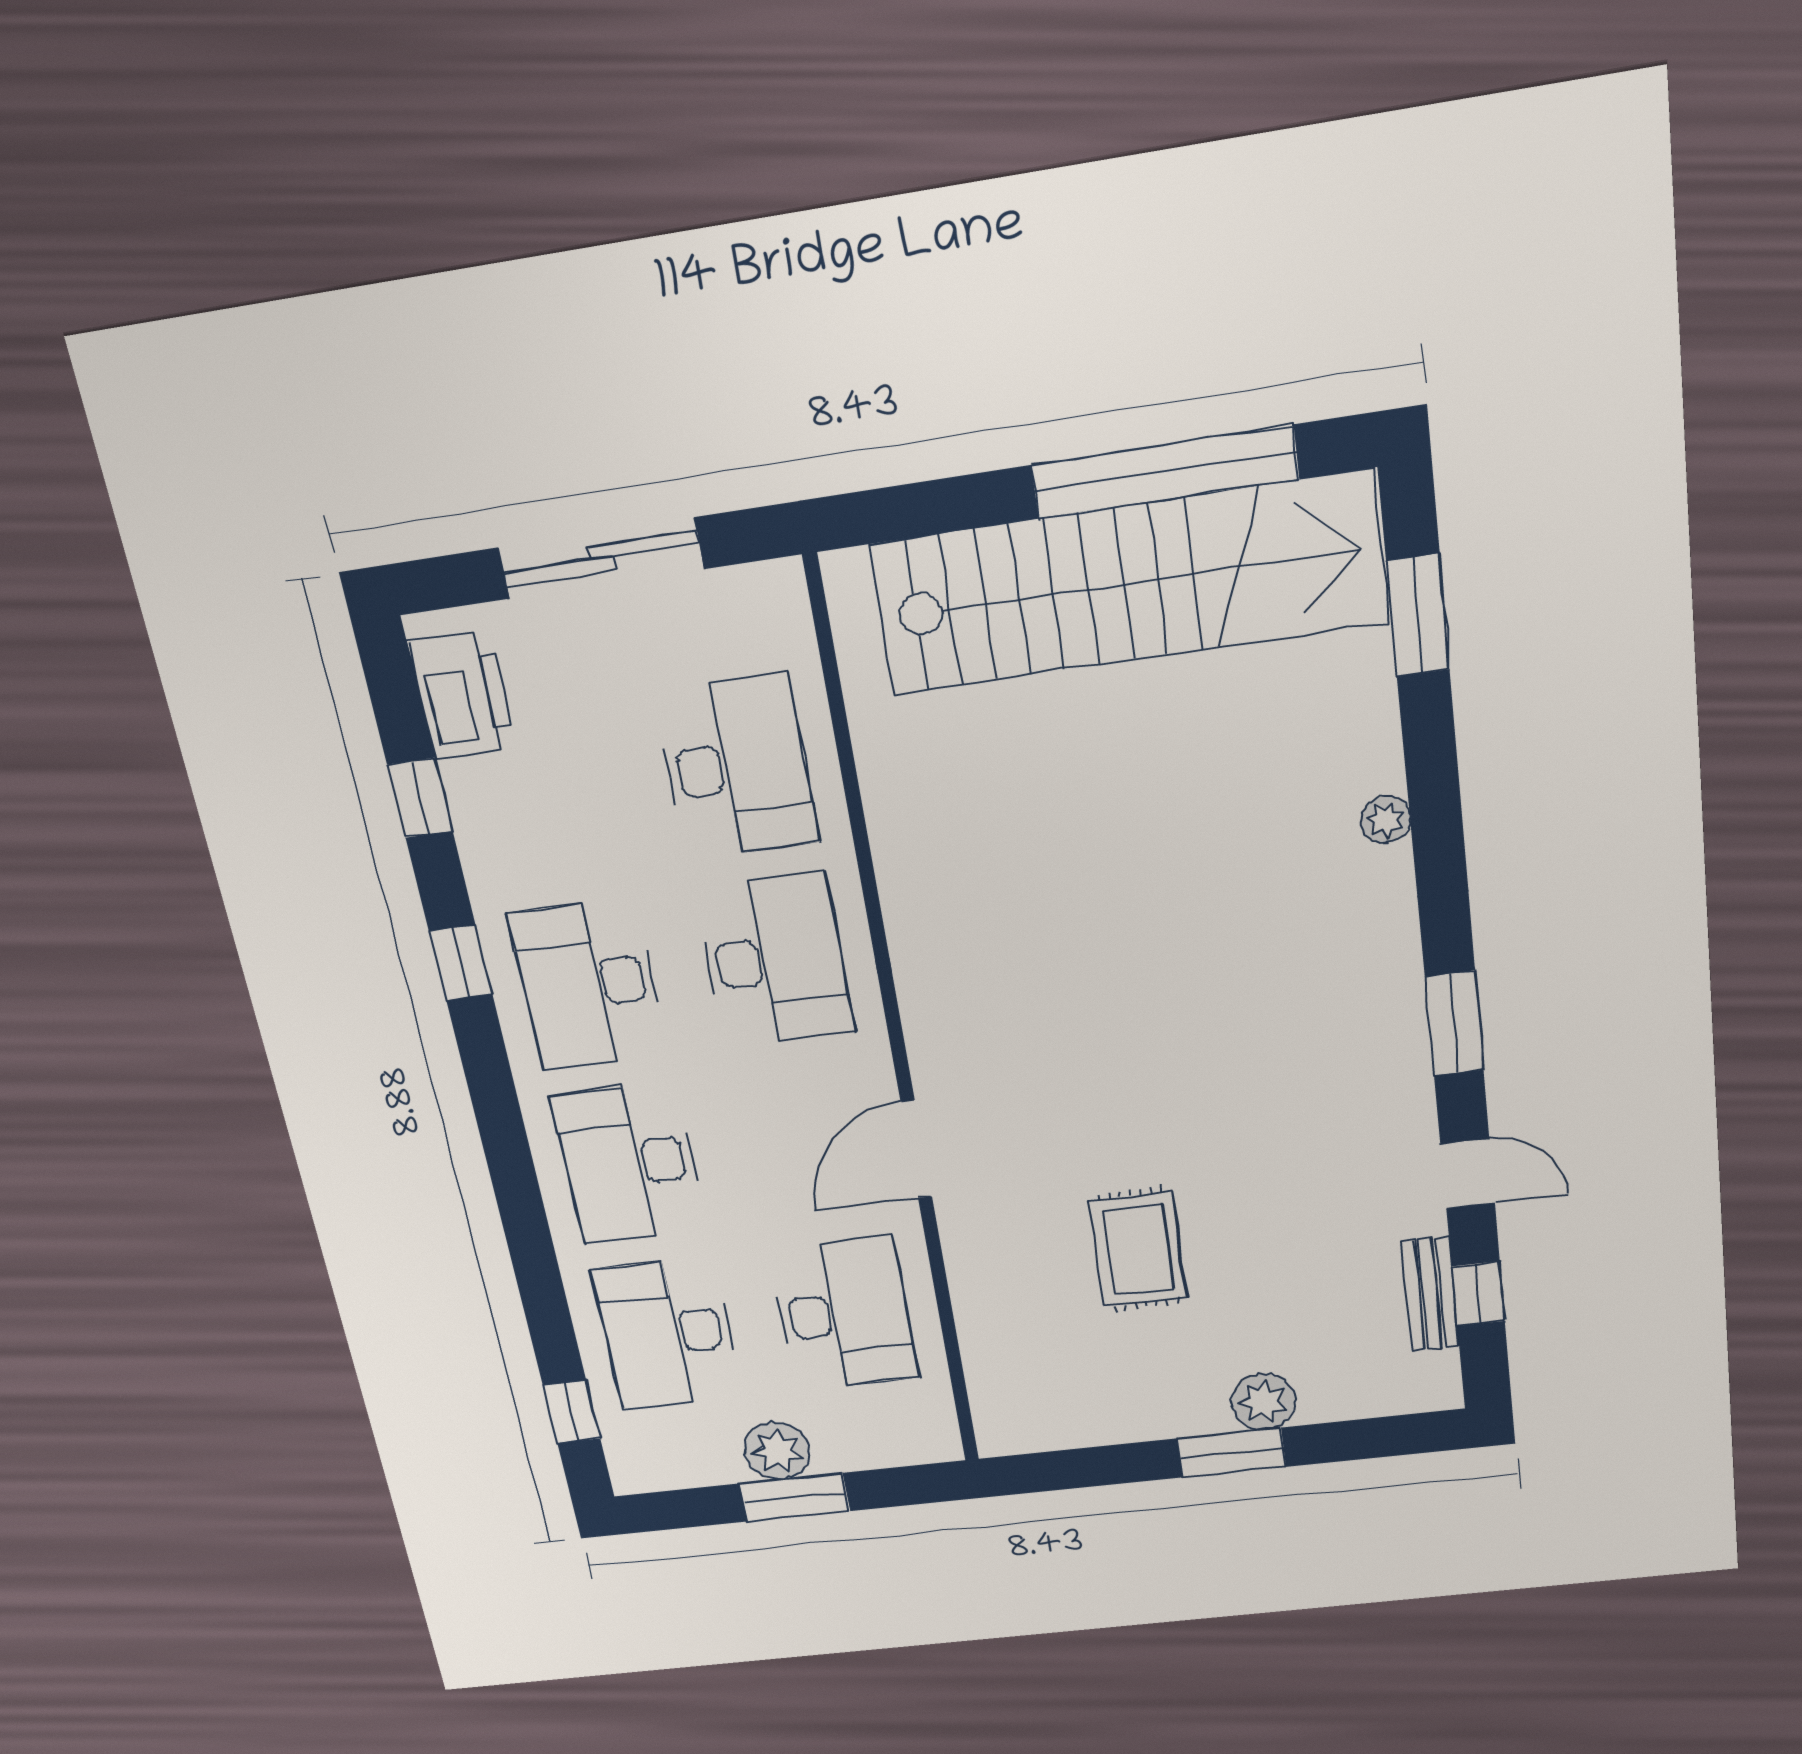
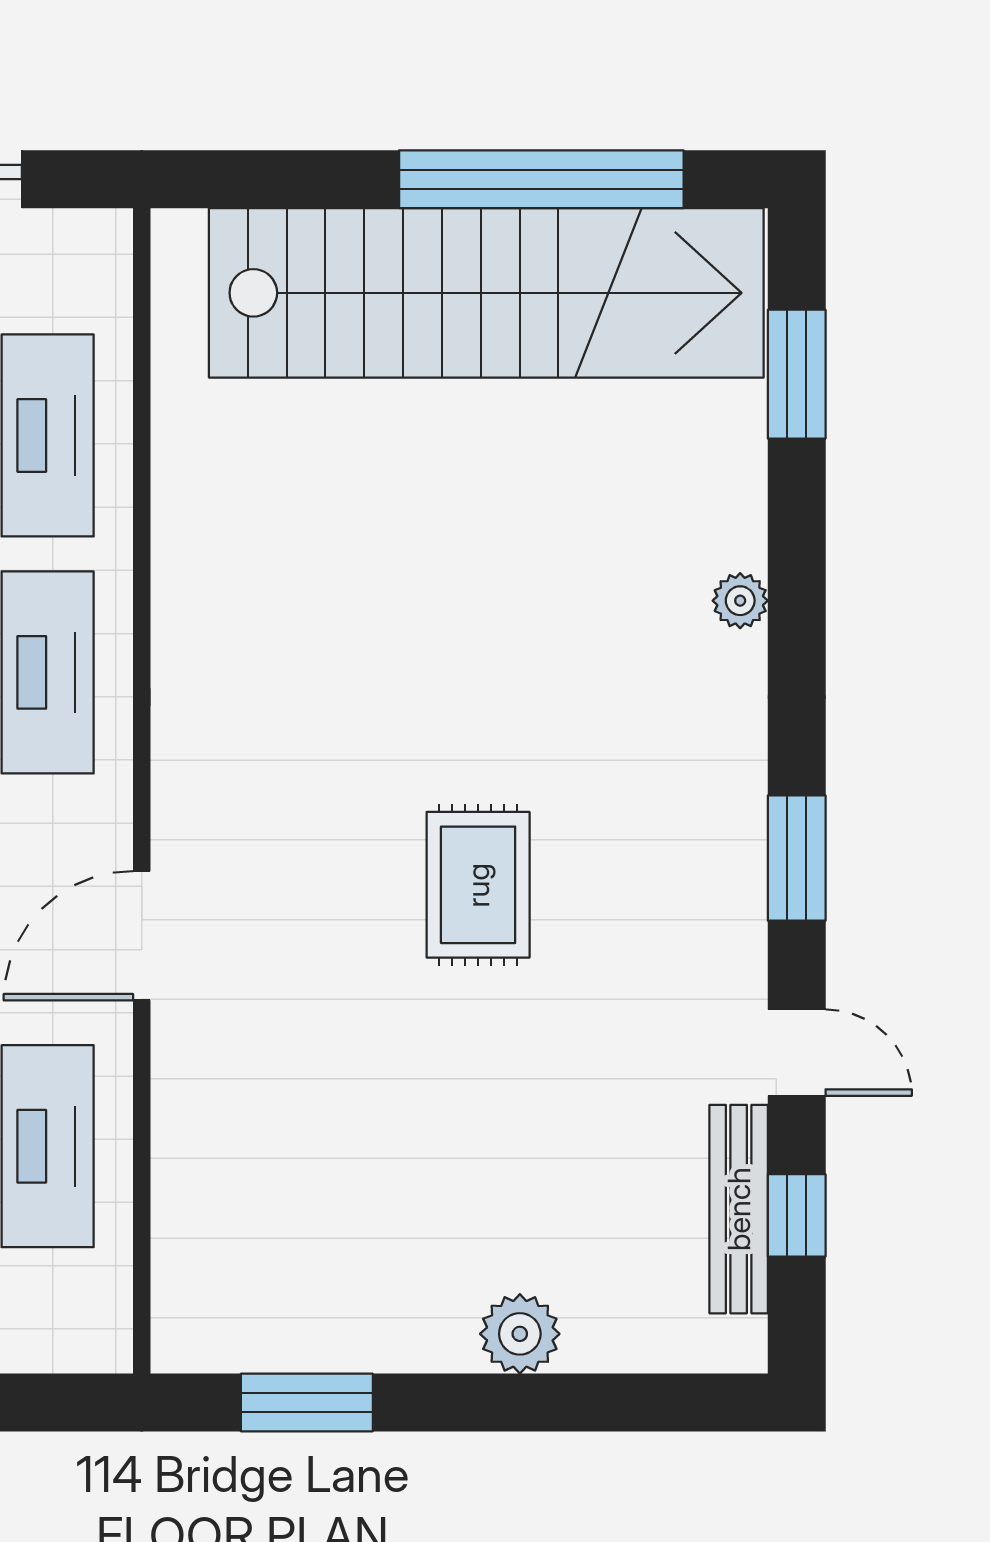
rug: (1138, 1249) -> (478, 885), moved
bench: (1430, 1294) -> (739, 1209), width x1.36
window: (1231, 1453) -> (307, 1403), moved

